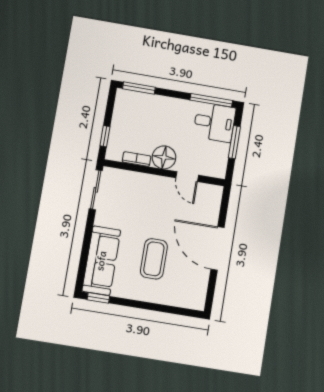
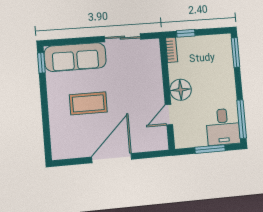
bookcase: (137, 159) -> (172, 50), moved
sliding door: (96, 190) -> (122, 38), moved

